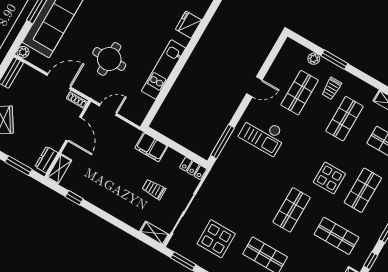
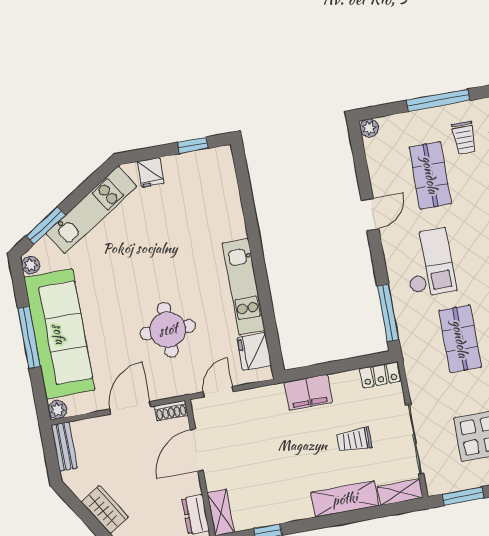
fridge: (189, 25) -> (254, 352), moved
plant: (314, 59) -> (369, 128), moved
window: (334, 60) -> (438, 100), width x1.44
door: (74, 129) -> (197, 450), swing flipped
checkout: (263, 134) -> (429, 263), turned -90
shop shelf: (247, 184) -> (460, 339), added
shelving: (125, 214) -> (345, 499), added

